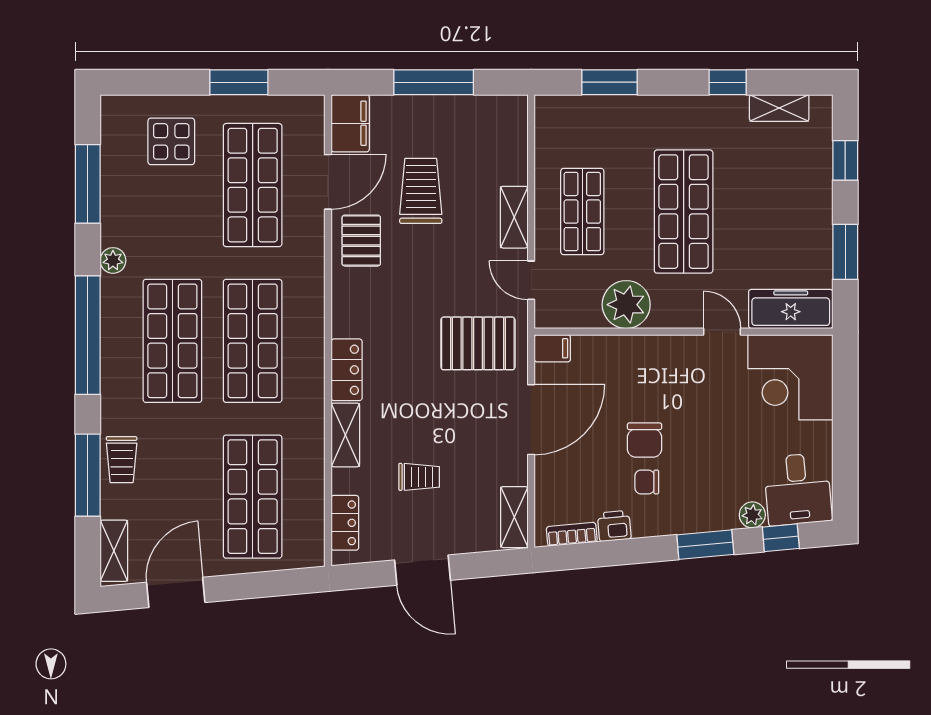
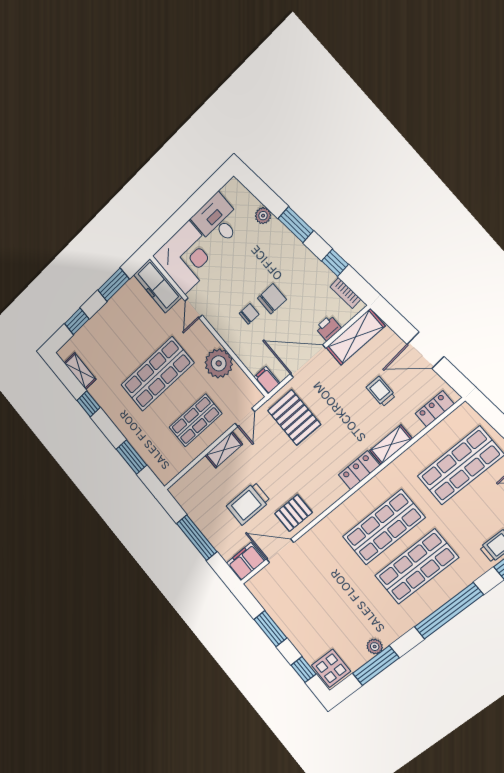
window: (153, 82) -> (303, 670), added
display table: (171, 141) -> (331, 668), moved
shop shelf: (253, 185) -> (311, 586), removed
plant: (113, 260) -> (375, 647), moved
chair: (647, 482) -> (249, 314), moved, turned -90
desk: (798, 489) -> (217, 221), moved, turned -85
shelving: (514, 517) -> (355, 337), width x1.50, depth x1.33
printer: (614, 526) -> (328, 328), moved, turned 95
window: (781, 538) -> (335, 263), moved
door: (422, 570) -> (426, 350), swing flipped

